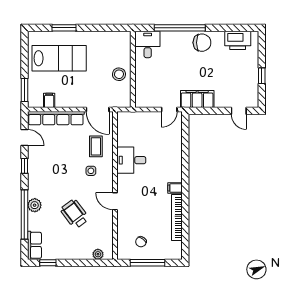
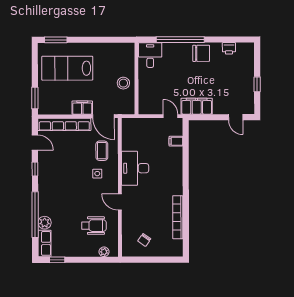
window: (64, 28) -> (56, 40), moved
printer: (238, 40) -> (229, 48), width x0.53, depth x0.68
lab bench: (59, 58) -> (67, 68), turned 180
filing cabinet: (49, 100) -> (82, 108), moved, width x2.00
door: (169, 110) -> (171, 116), swing flipped
desk: (131, 160) -> (135, 168), width x1.37
filing cabinet: (175, 188) -> (176, 141), moved
plant: (35, 205) -> (45, 223), moved
wheelchair: (75, 214) -> (94, 226), moved, turned 127
window: (148, 263) -> (150, 260), removed

